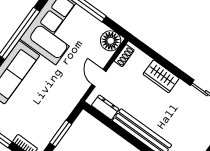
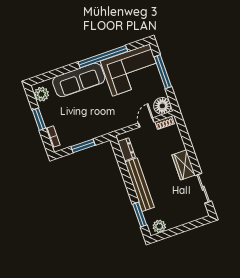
wardrobe: (161, 76) -> (184, 165), moved
door: (99, 78) -> (146, 123), moved

